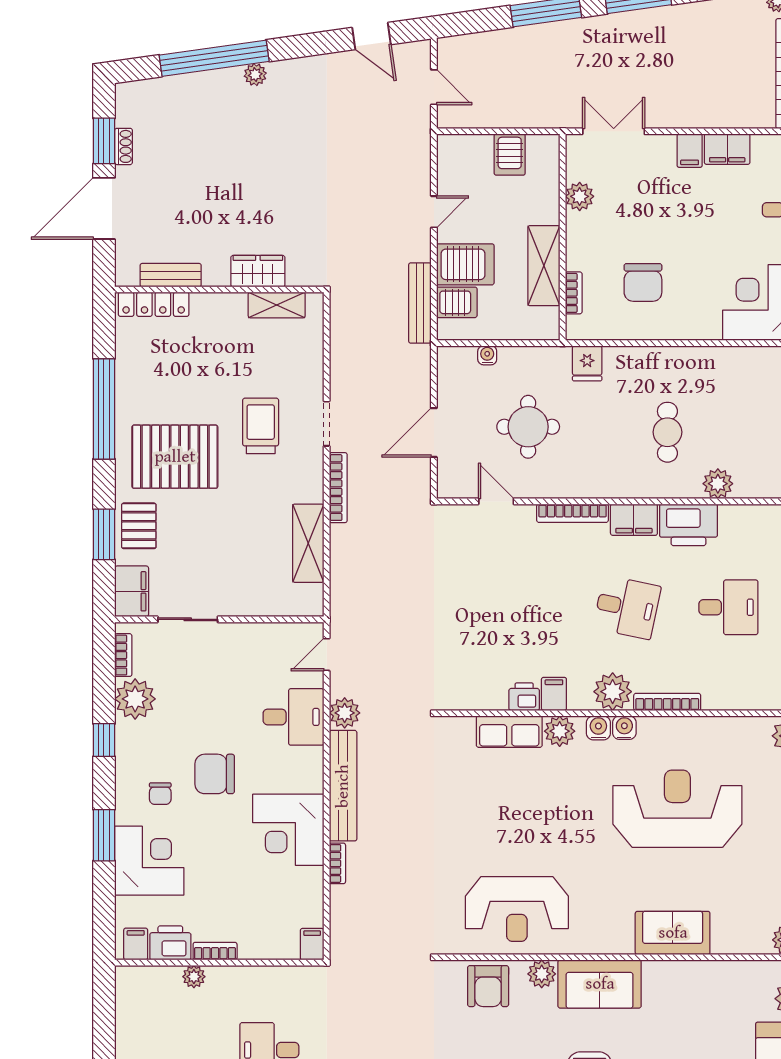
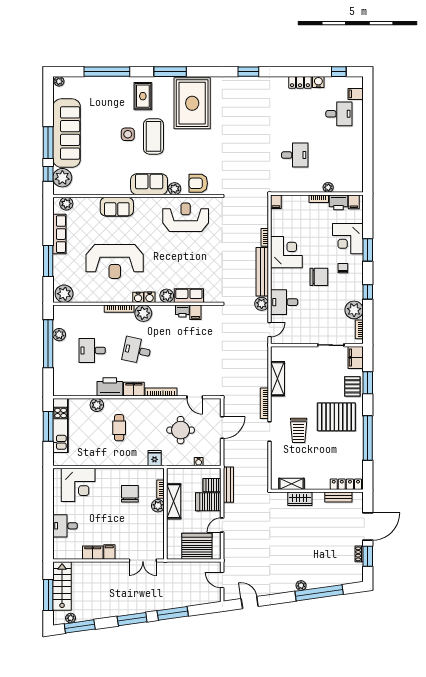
server rack: (510, 155) -> (197, 546), width x2.18, depth x1.44
plant: (580, 196) -> (158, 506), moved
filing cabinet: (554, 694) -> (195, 312), moved
armchair: (488, 986) -> (198, 183), turned -90

